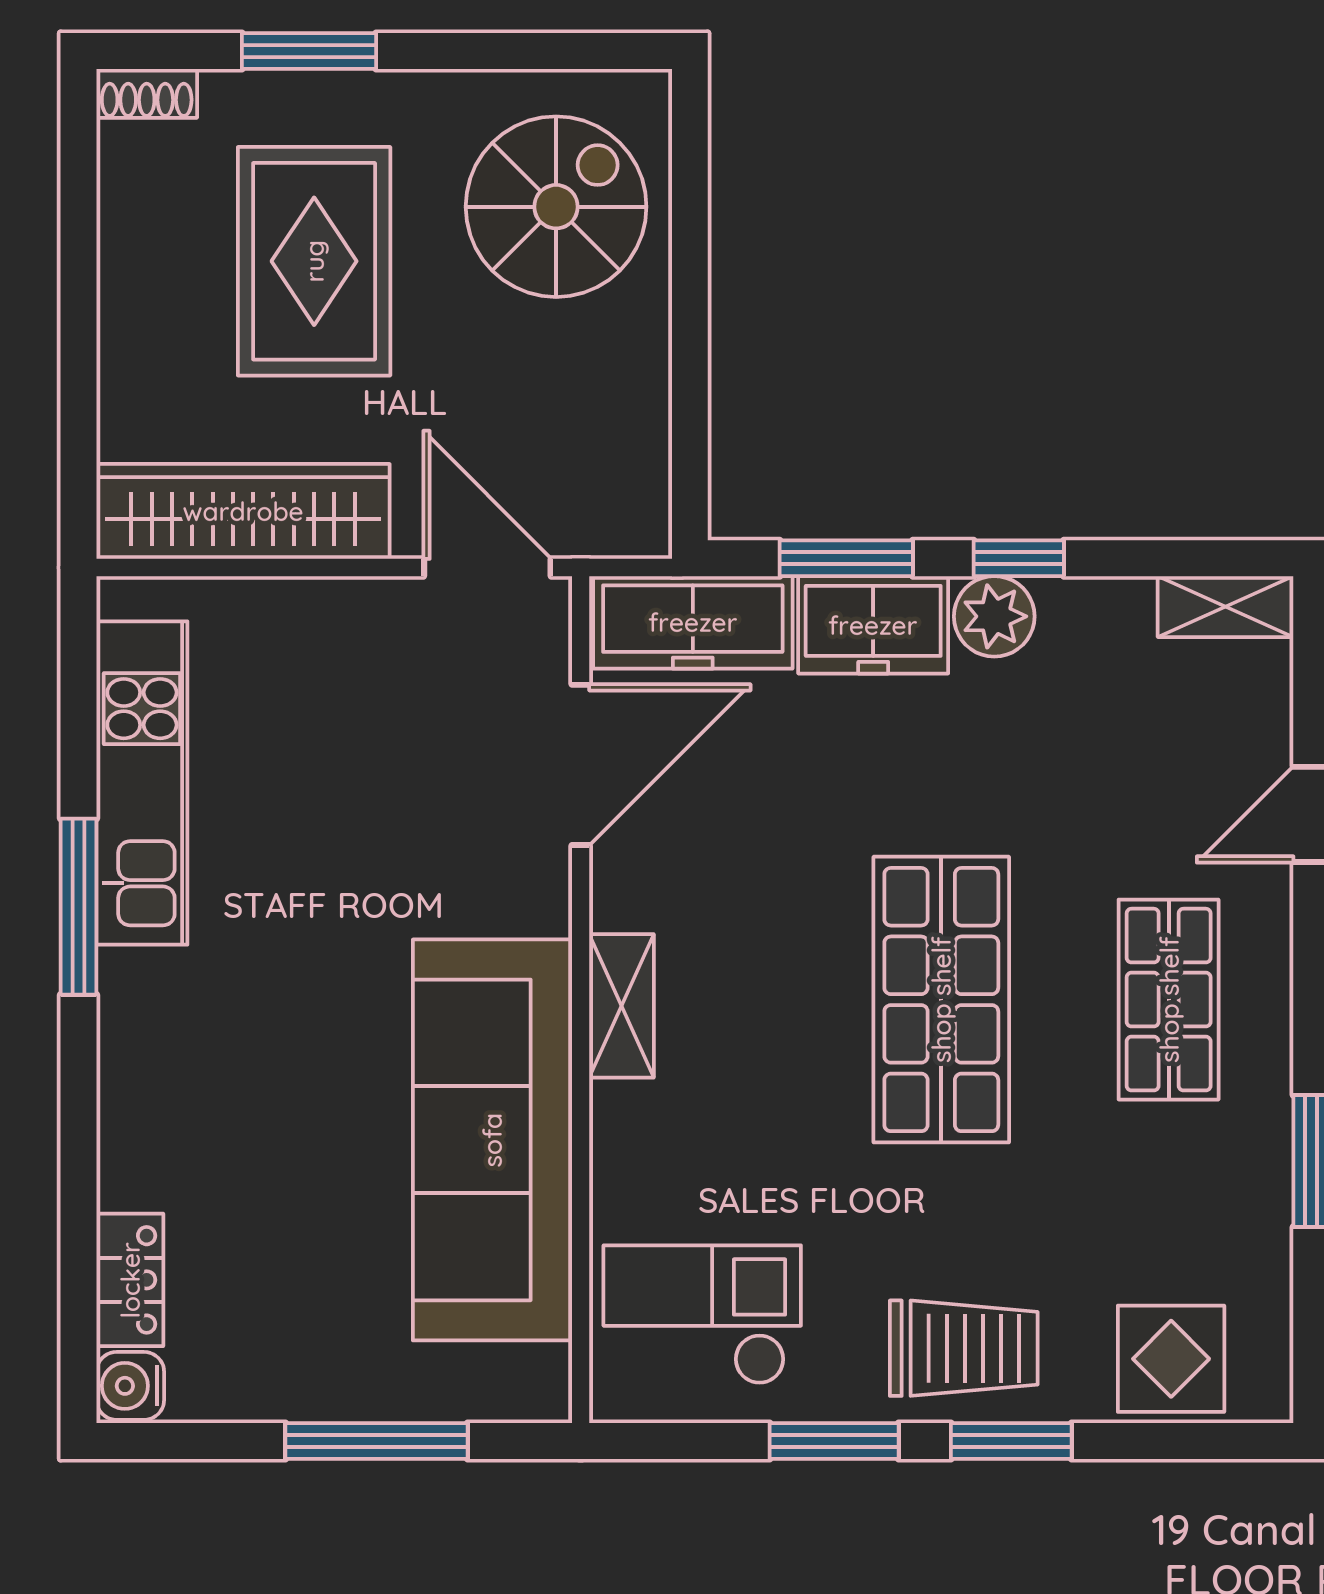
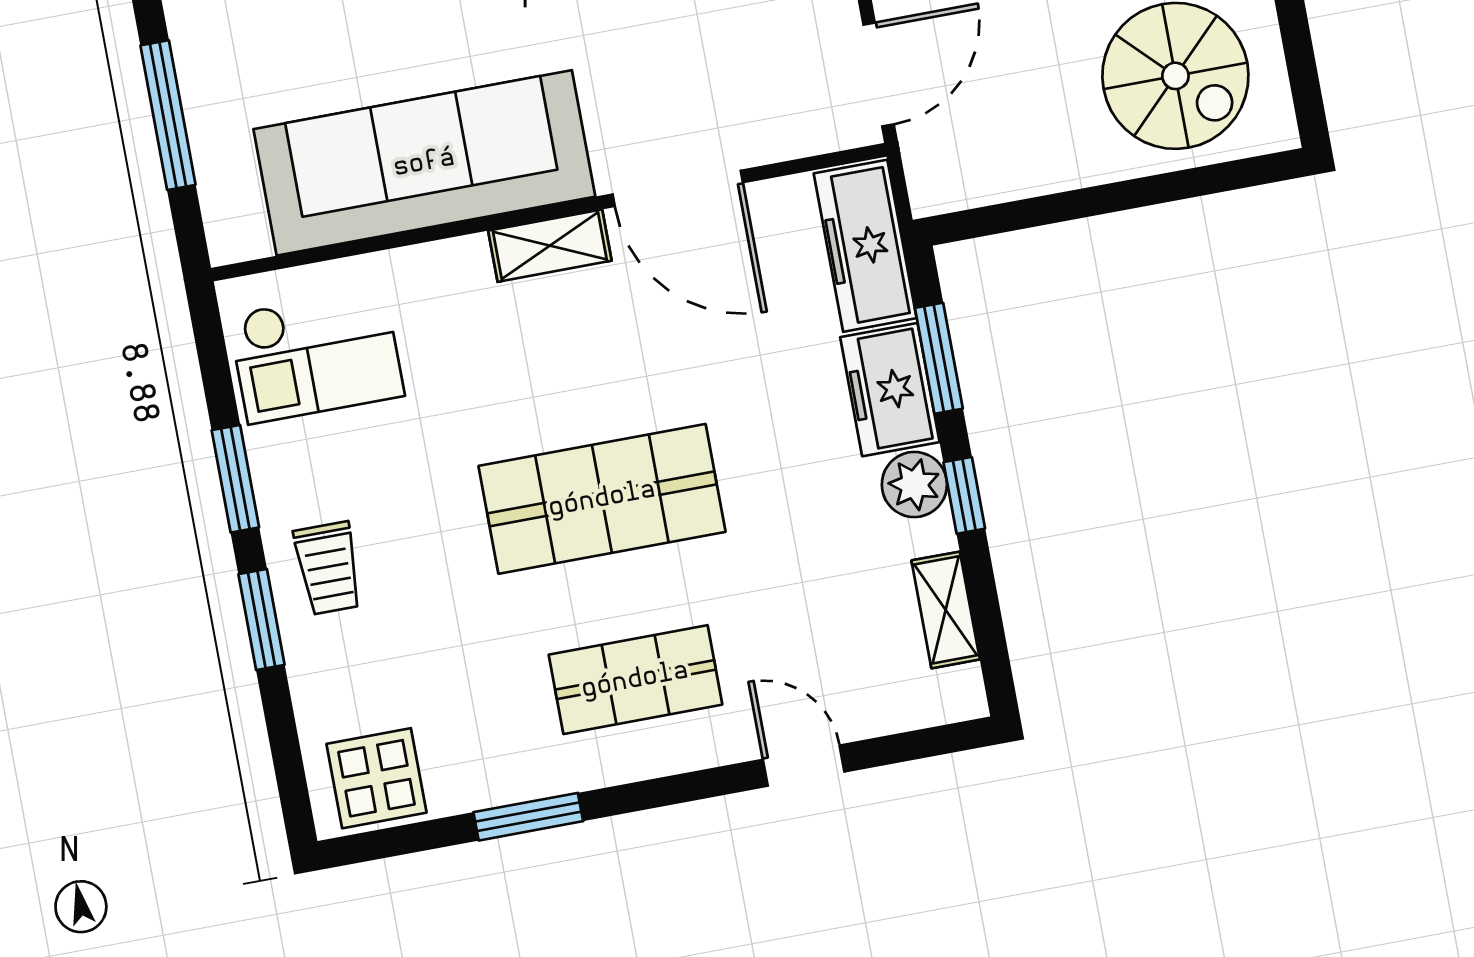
shelving: (1226, 607) -> (946, 610), moved
door: (581, 765) -> (678, 188), moved
checkout: (702, 1315) -> (316, 355), turned 90
trolley: (964, 1348) -> (328, 568), width x0.73, depth x0.72
display table: (1171, 1359) -> (377, 778), moved

